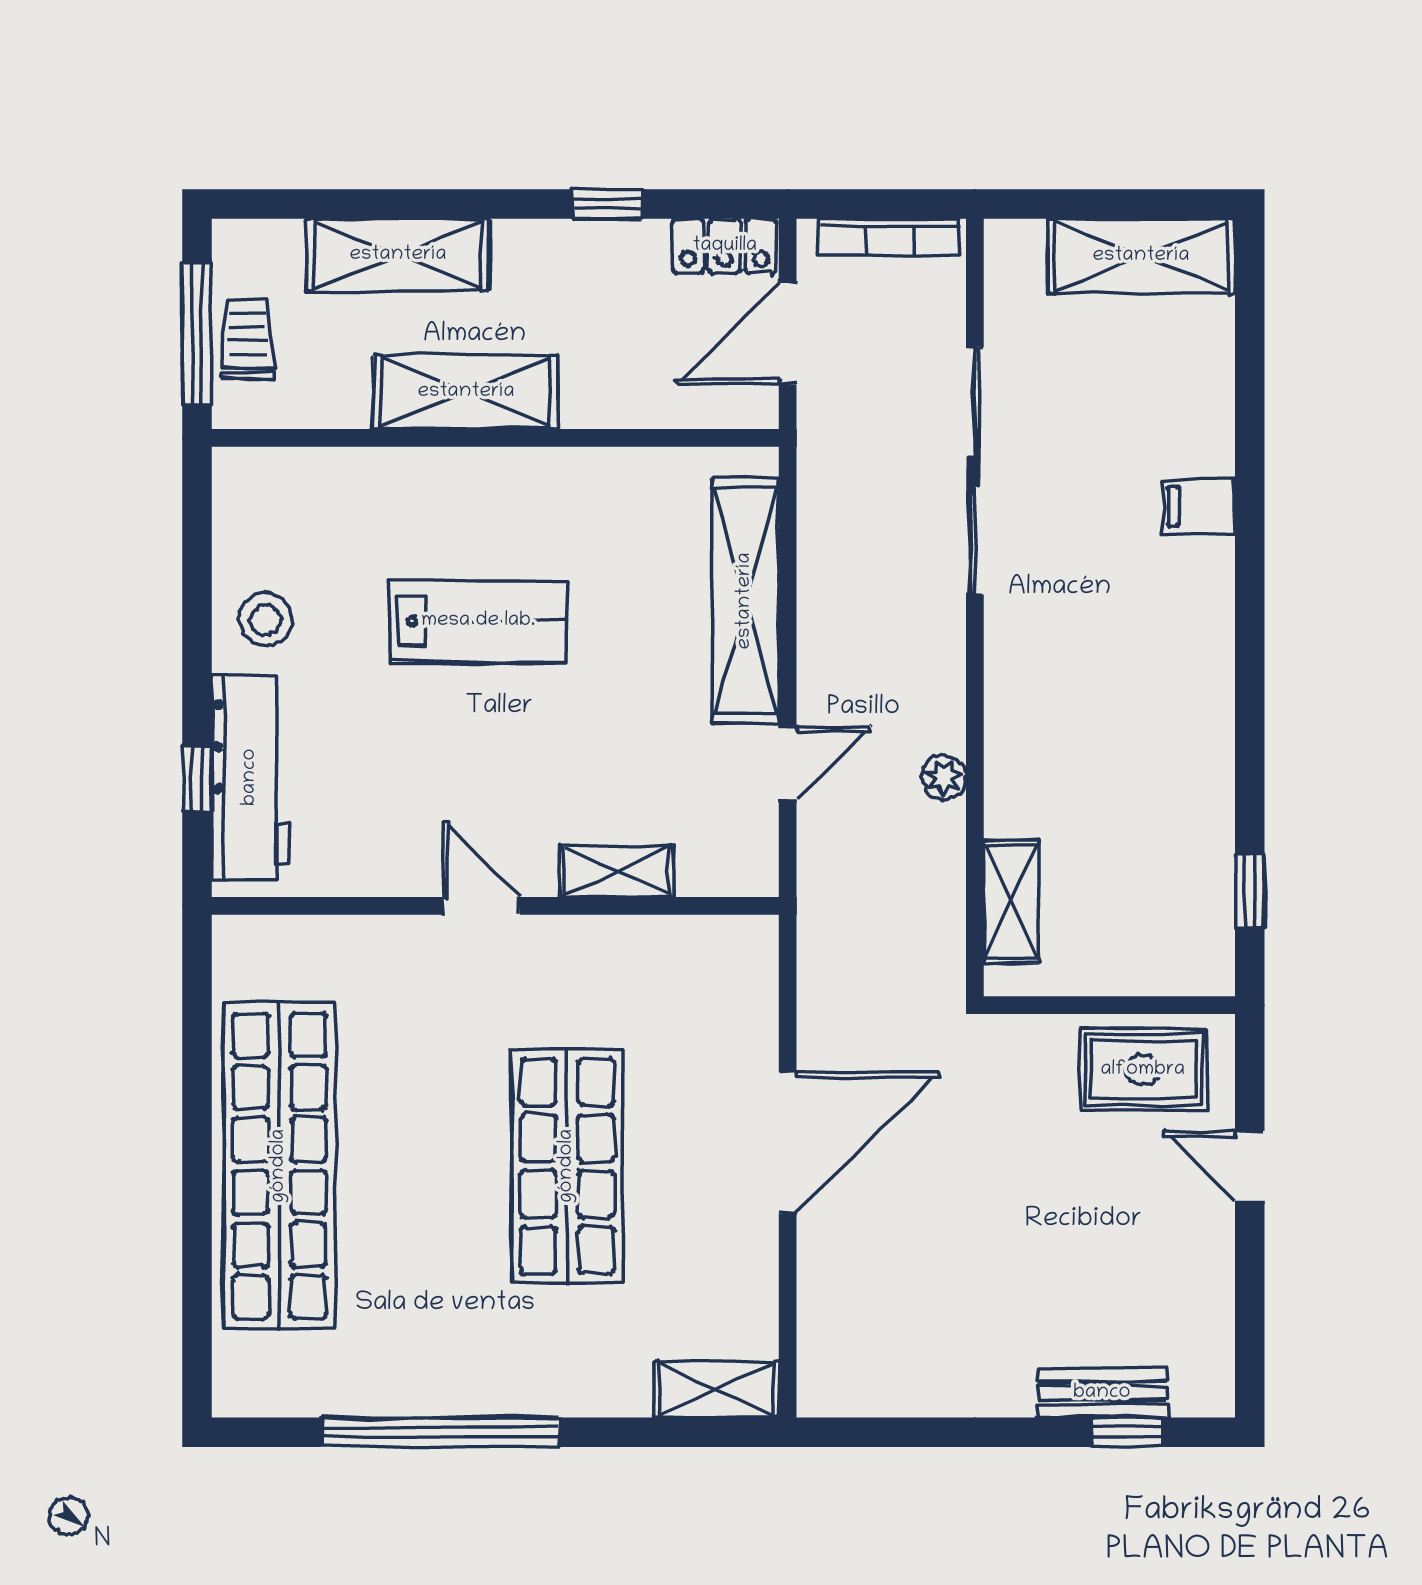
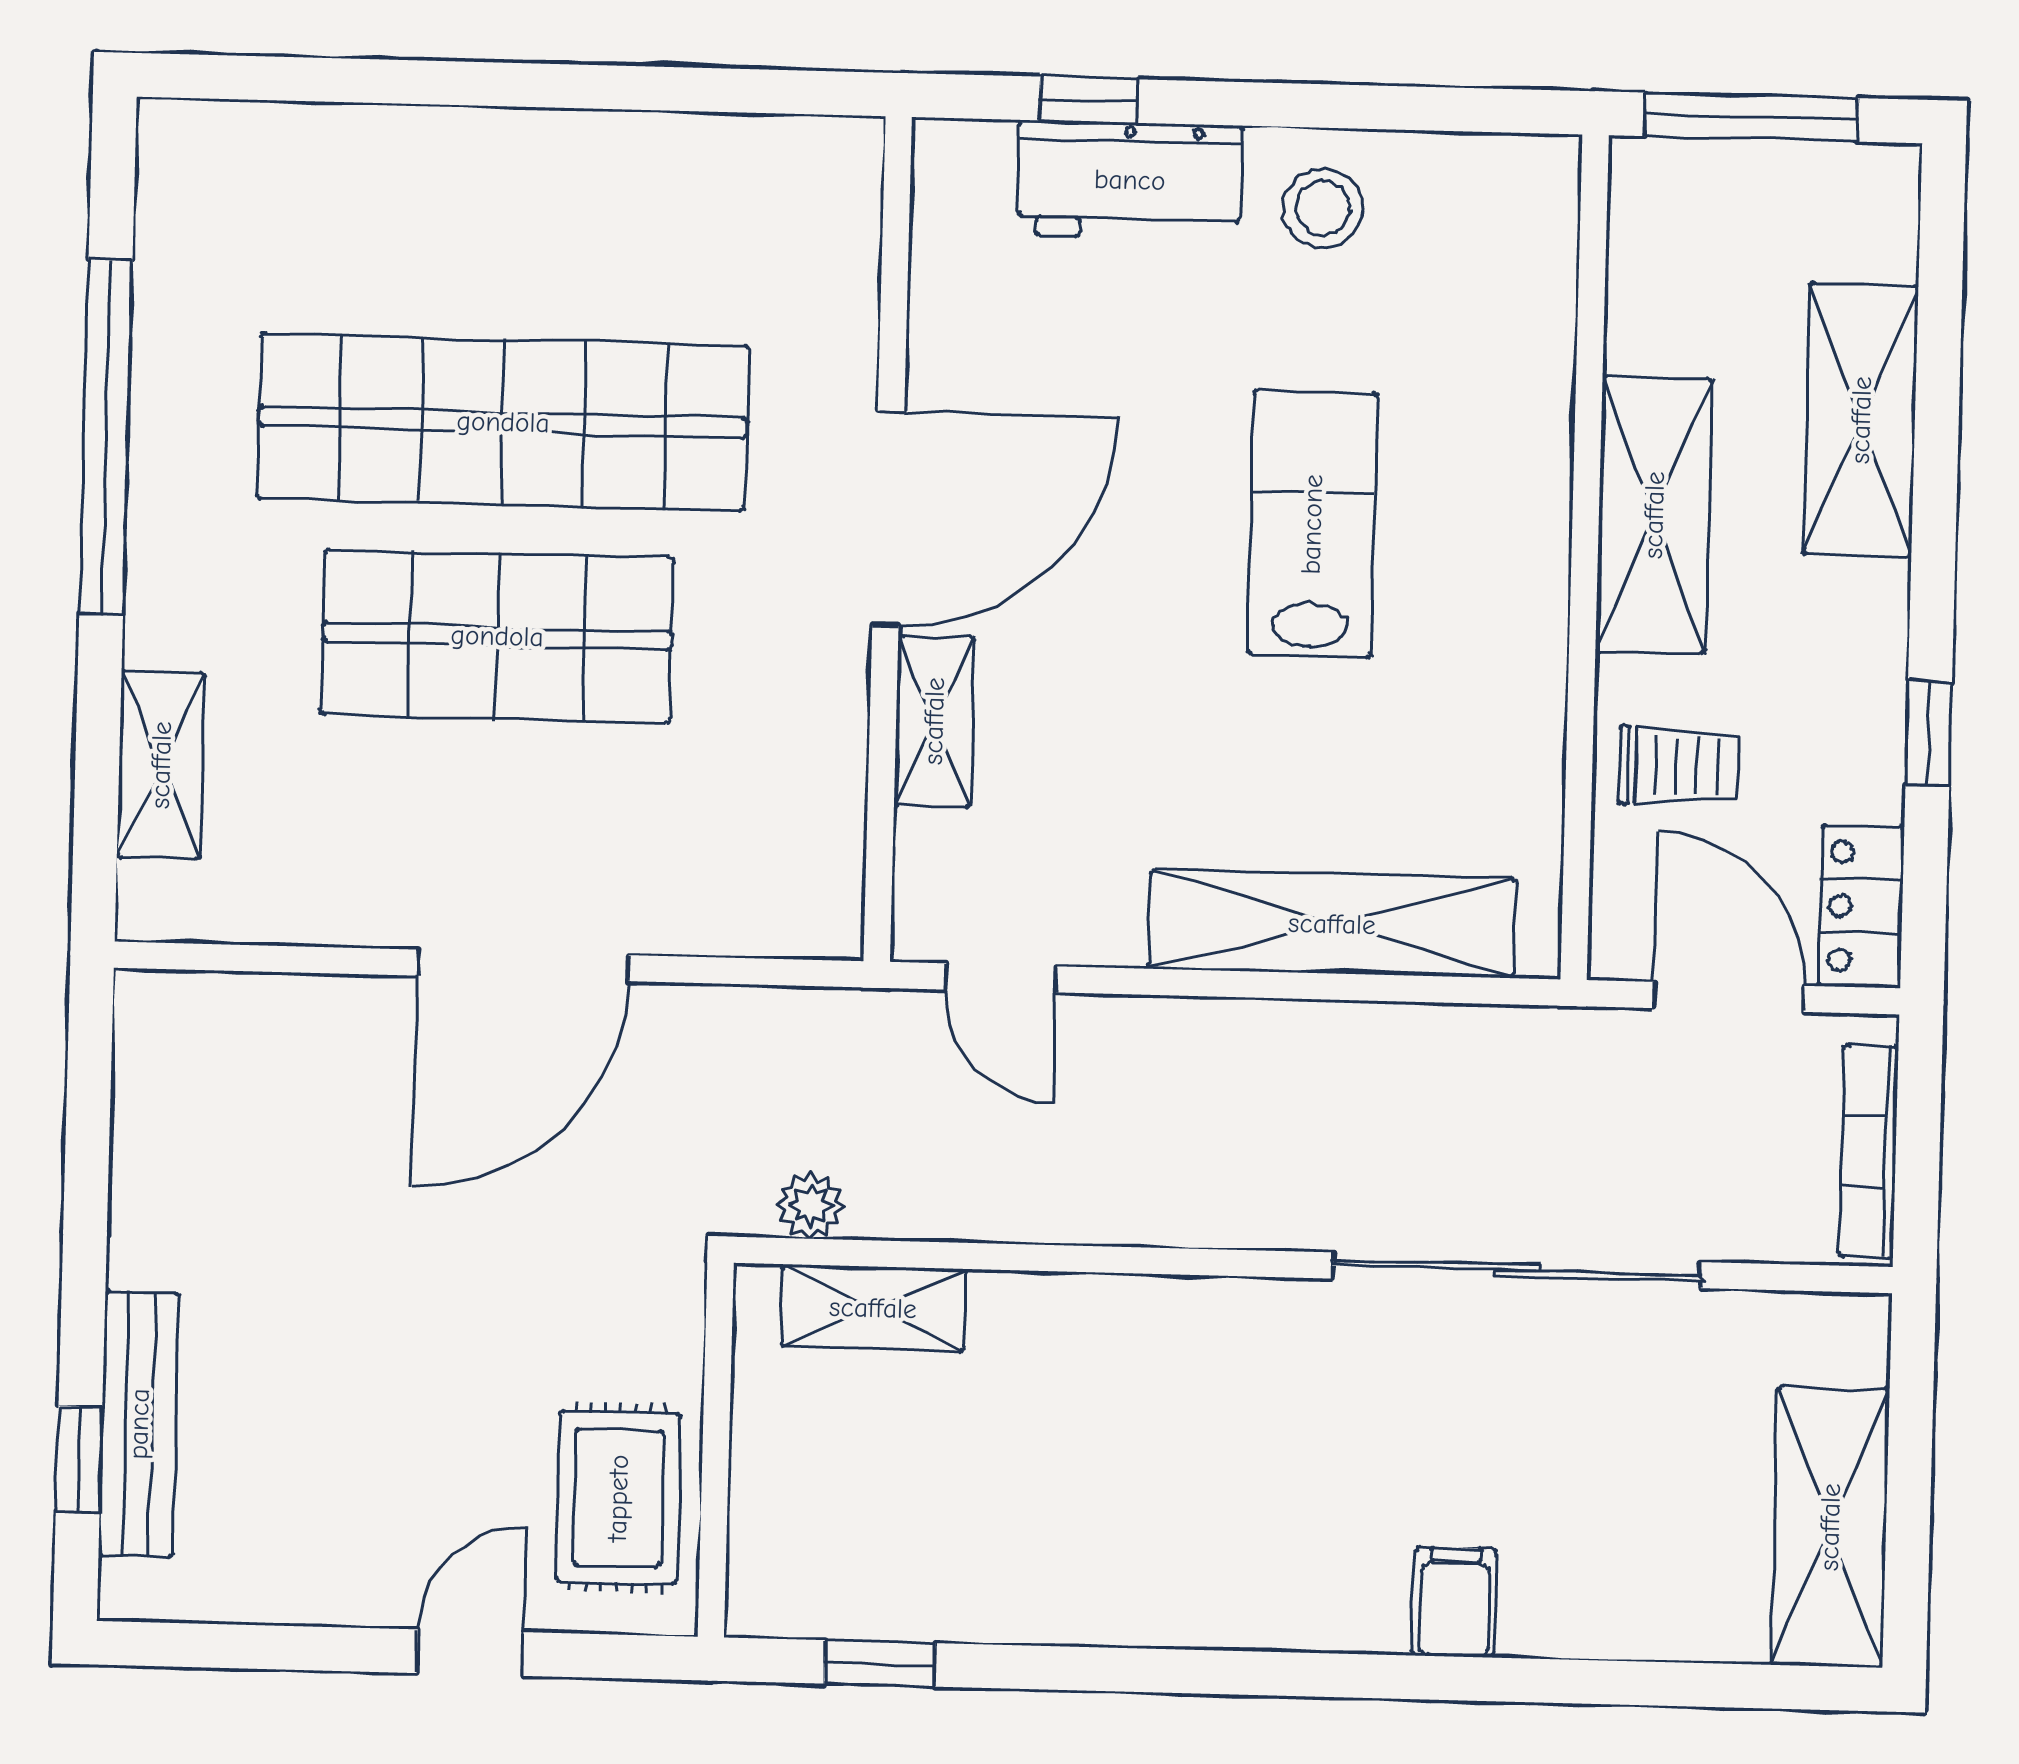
trolley: (248, 339) -> (1678, 766), moved
lab bench: (478, 621) -> (1312, 524), turned 180
door: (788, 763) -> (1001, 978), moved
workbench: (250, 777) -> (1130, 180), width x0.73
plant: (944, 778) -> (811, 1206), moved
door: (481, 906) -> (888, 519), width x1.87
door: (788, 1143) -> (523, 965), hinge flipped
shop shelf: (279, 1166) -> (503, 422), moved
shelving: (716, 1389) -> (161, 765), moved
bench: (1102, 1393) -> (139, 1424), width x1.36

